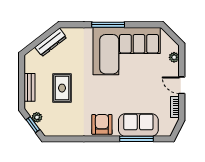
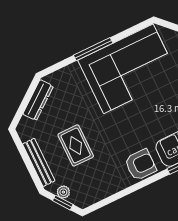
bench: (30, 87) -> (39, 162), width x1.36
armchair: (102, 124) -> (140, 165), turned 90

